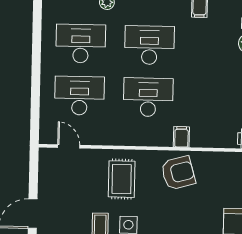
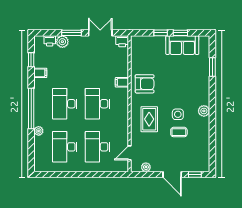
plant: (45, 172) -> (146, 167), added
armchair: (178, 173) -> (145, 84), turned 106
rug: (122, 179) -> (149, 119), turned 90

